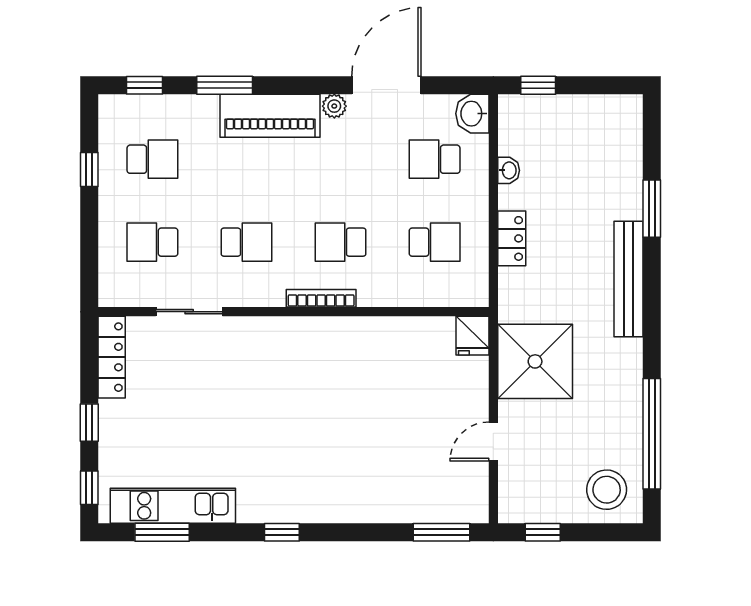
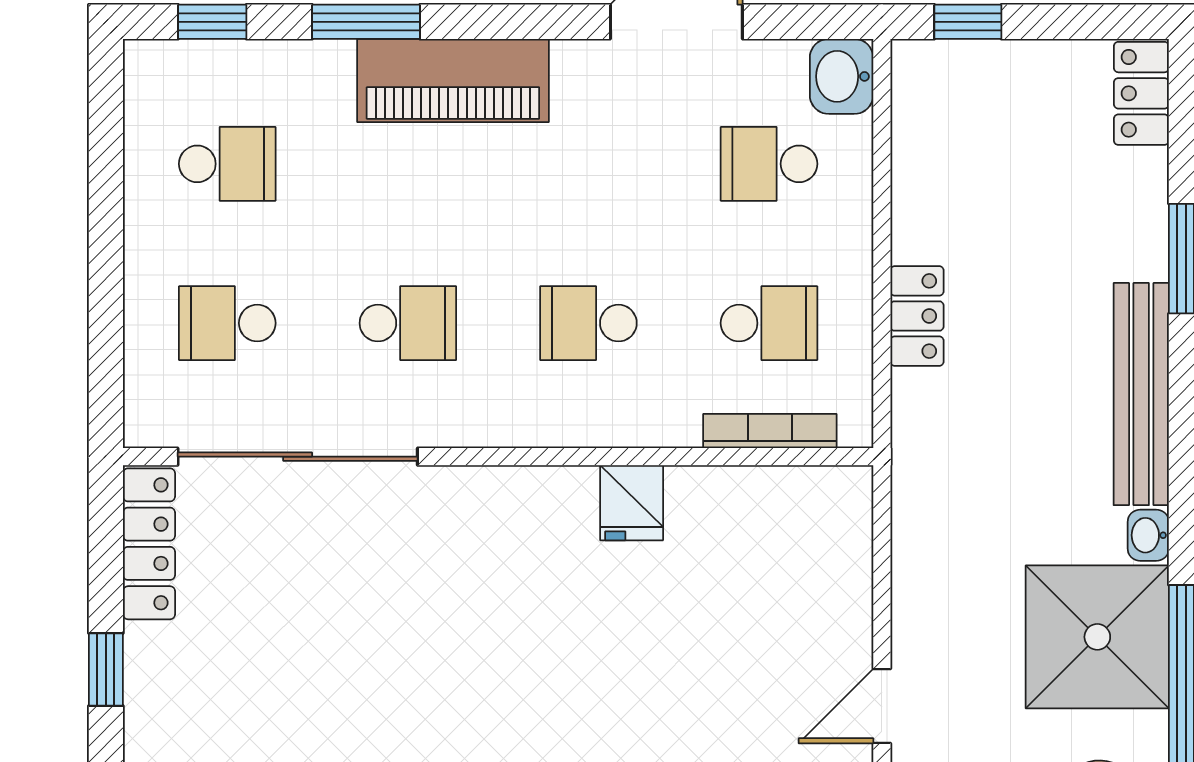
plant: (334, 106) -> (576, 62), removed
locker: (629, 122) -> (1141, 93), added
window: (89, 170) -> (106, 184), removed
washbasin: (509, 170) -> (1148, 535), moved, turned 180
bookcase: (321, 298) -> (770, 431), moved
sliding door: (189, 312) -> (298, 457), width x1.86
fridge: (473, 336) -> (632, 503), moved
shower: (535, 361) -> (1097, 637), moved

